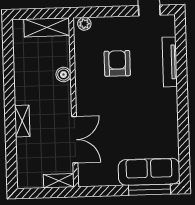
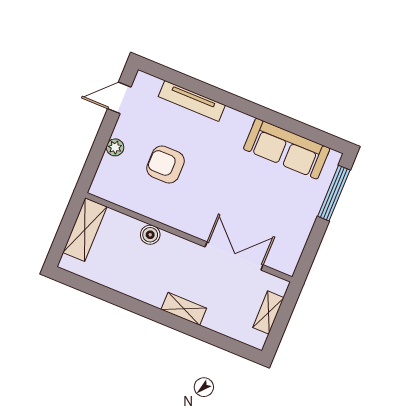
plant: (84, 24) -> (115, 147), moved
sofa: (149, 172) -> (287, 149), moved, turned -90
shelving: (59, 181) -> (268, 313), moved

